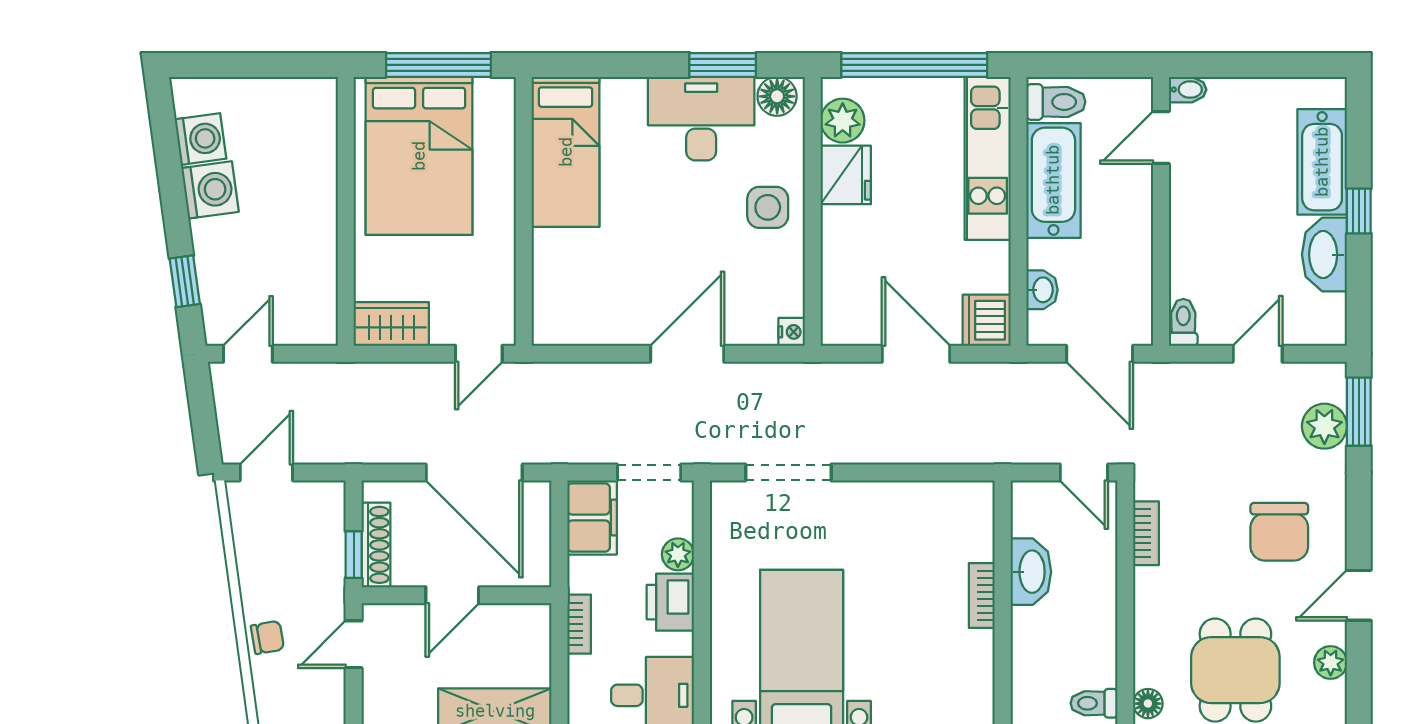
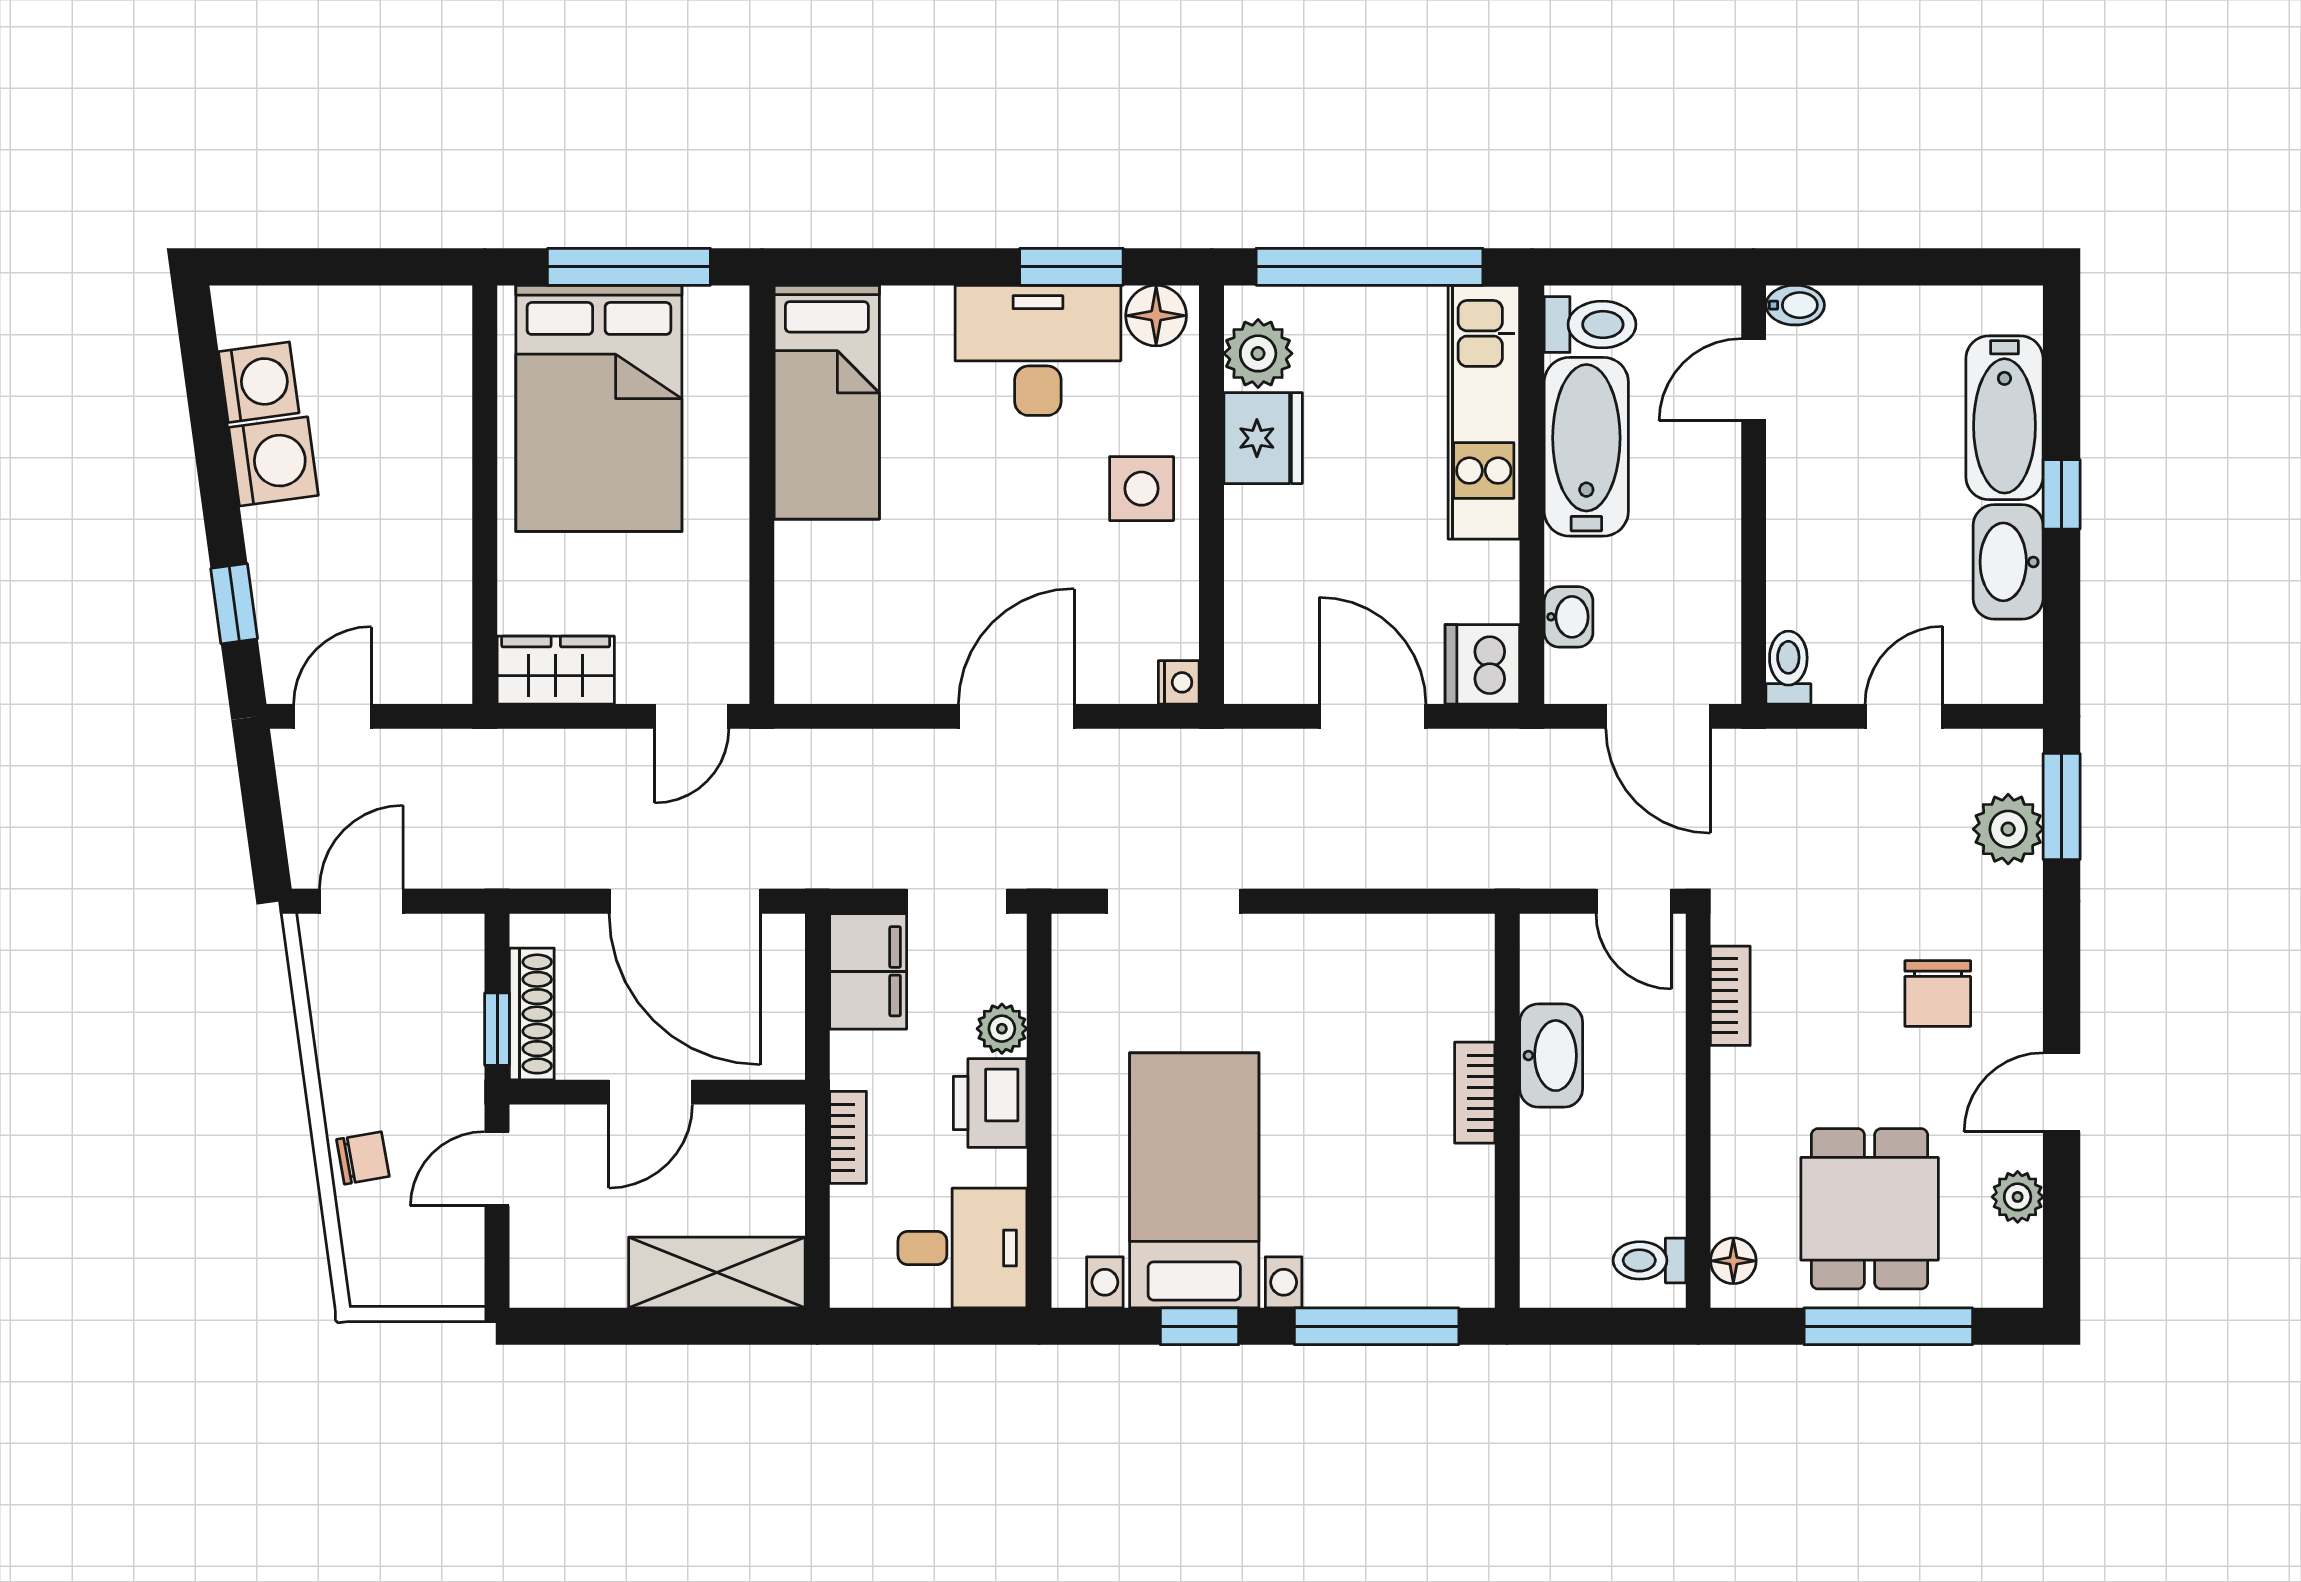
chair: (1279, 532) -> (1938, 993), width x0.73, depth x0.73

